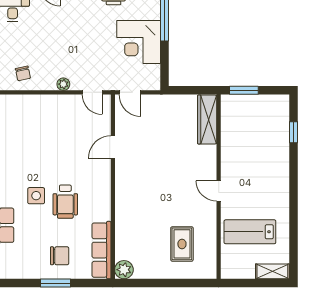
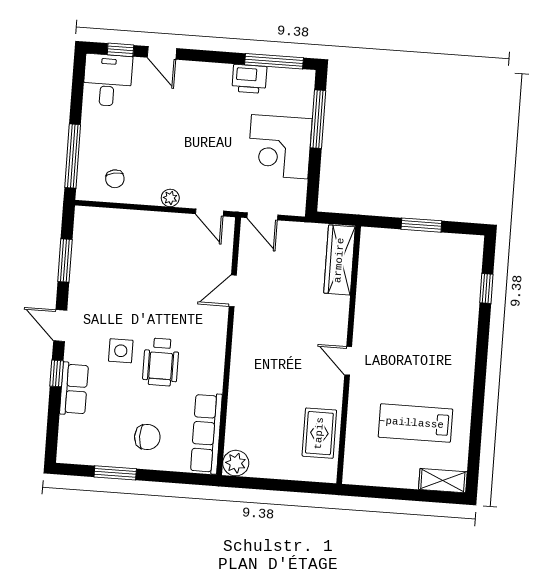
wardrobe: (207, 119) -> (339, 260), moved
wall: (219, 187) -> (349, 355), moved
door: (219, 191) -> (348, 361), moved
window: (55, 283) -> (115, 473), moved

